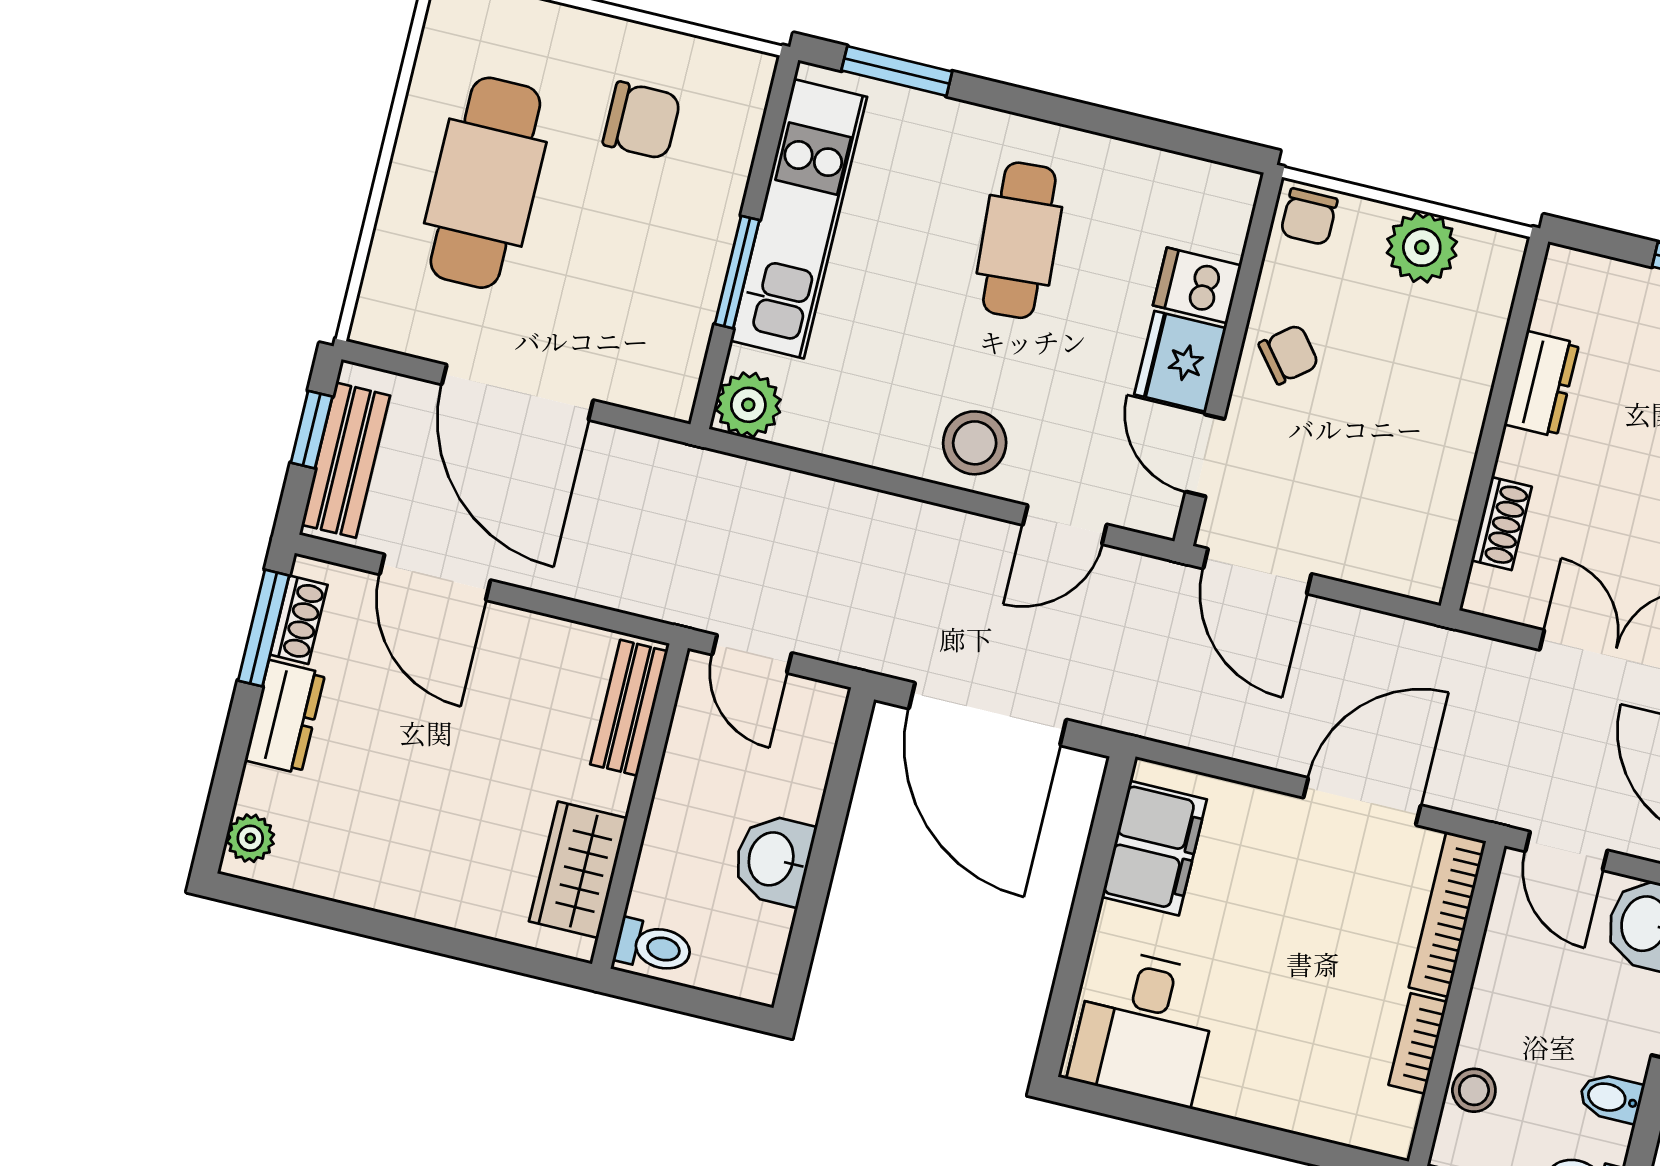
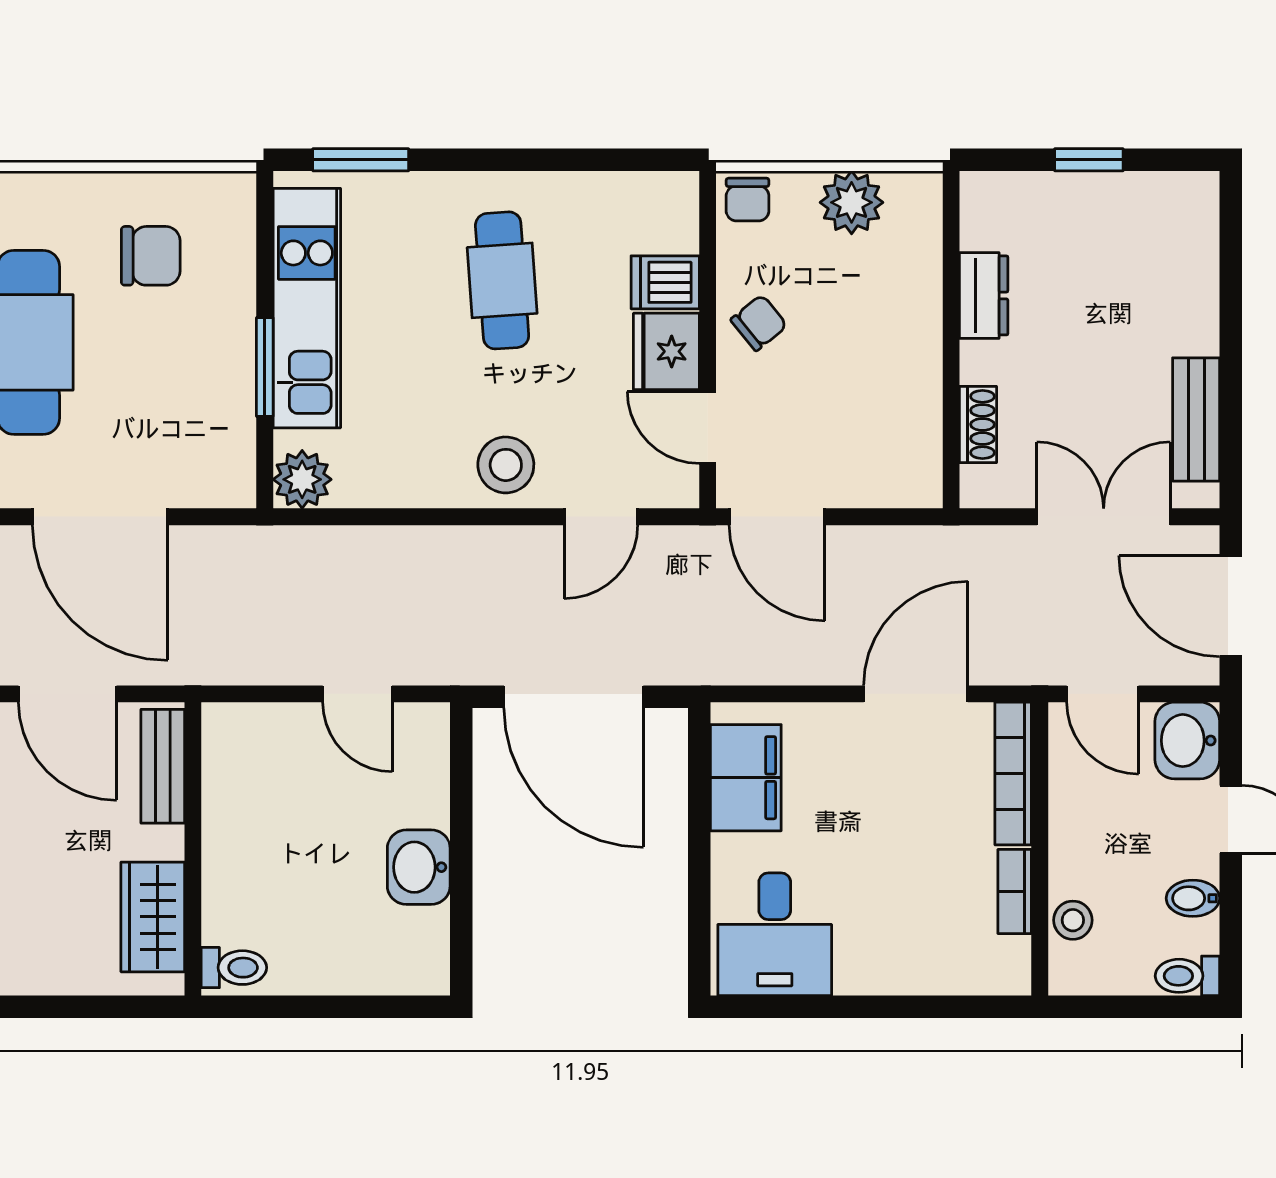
bench: (629, 708) -> (163, 766), moved
wall: (640, 806) -> (193, 849), moved
wardrobe: (578, 870) -> (153, 917), moved
toilet: (653, 947) -> (234, 968), moved

